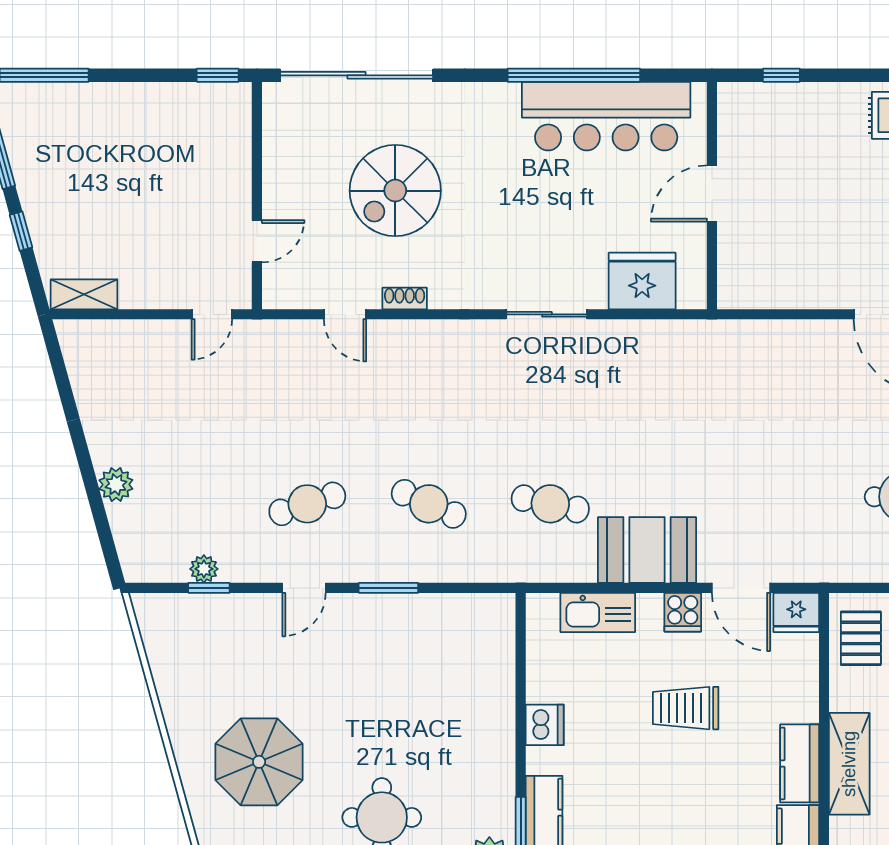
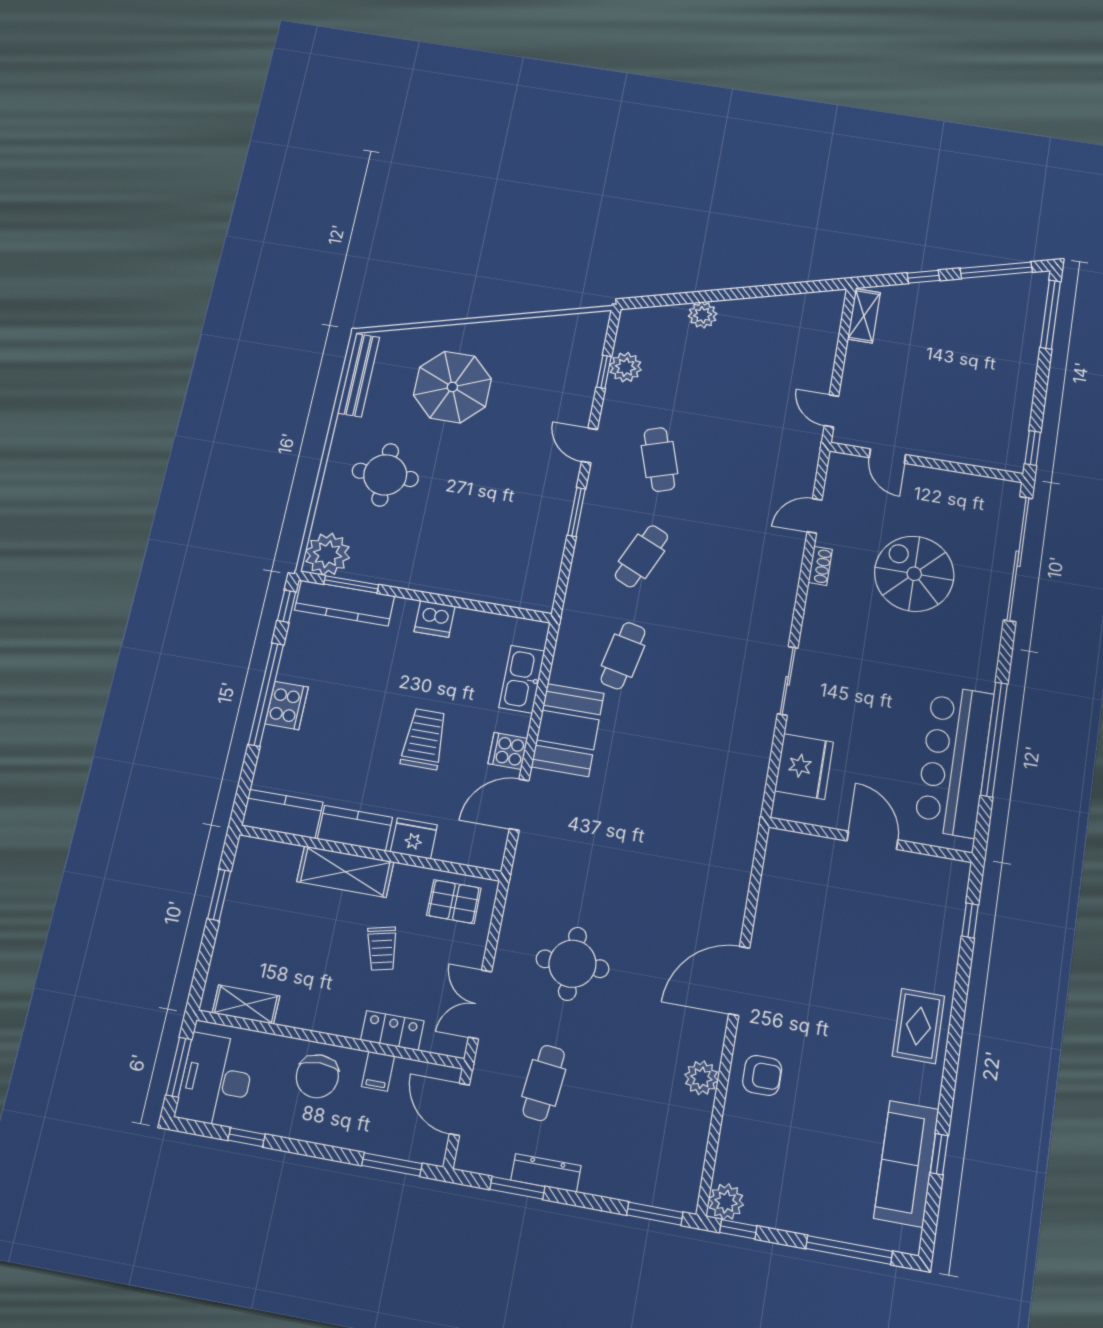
plant: (204, 569) -> (625, 367), width x1.38, depth x1.38
fridge: (796, 612) -> (414, 839), moved, turned 90

